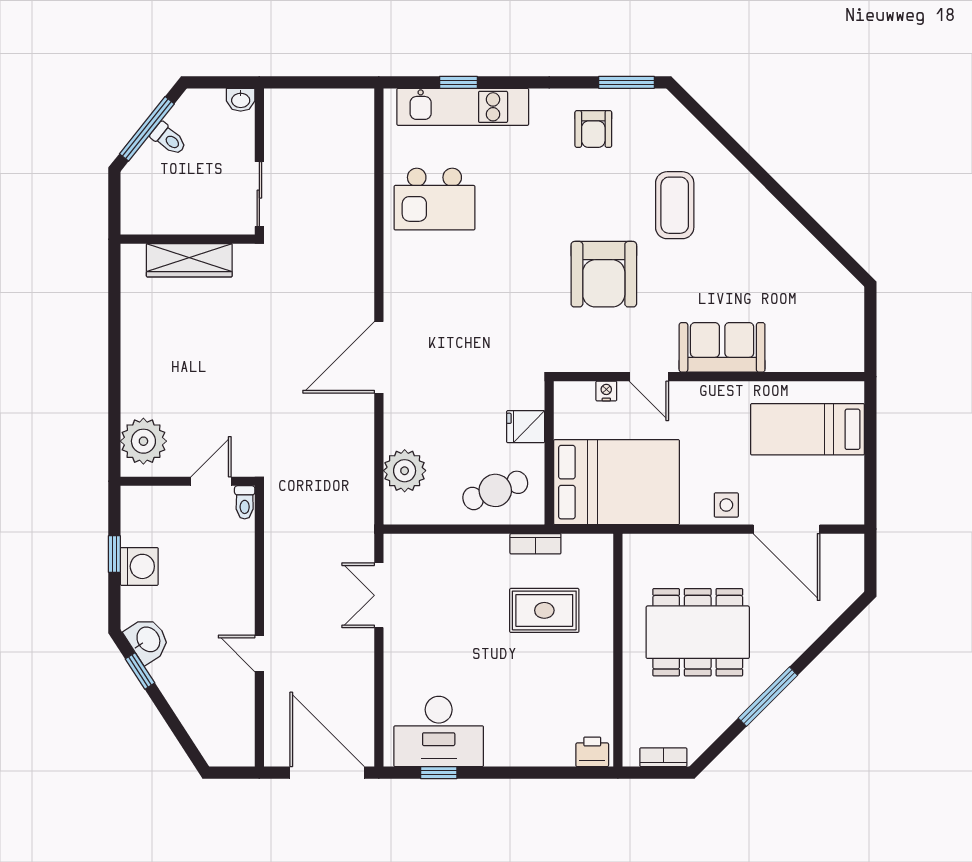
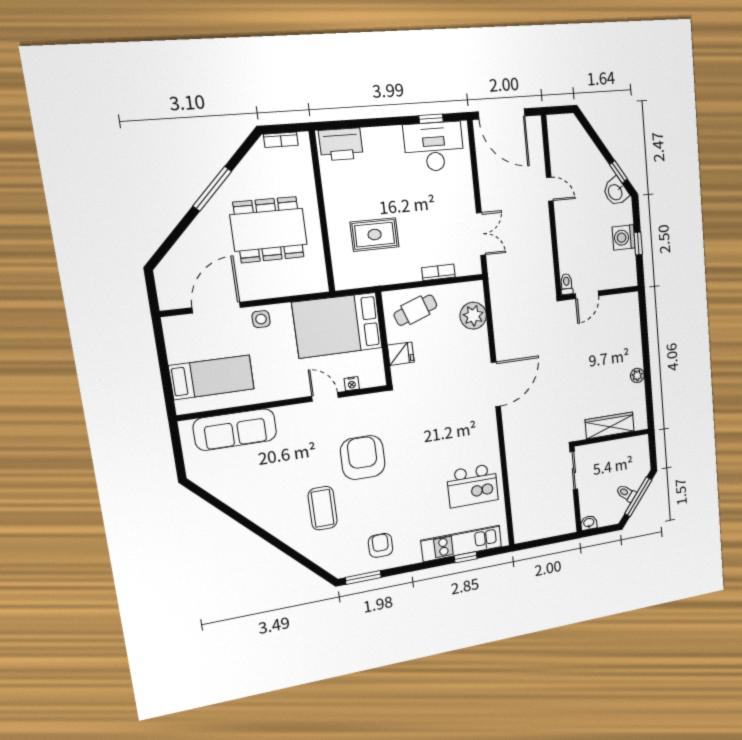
kitchen island: (434, 199) -> (472, 486), turned 180
sofa: (722, 347) -> (235, 430), moved, width x1.36
plant: (143, 441) -> (637, 375), moved, width x0.53, depth x0.53
door: (787, 529) -> (216, 308), hinge flipped
bookcase: (535, 544) -> (438, 272), moved
printer: (592, 752) -> (341, 144), width x1.87, depth x1.48

